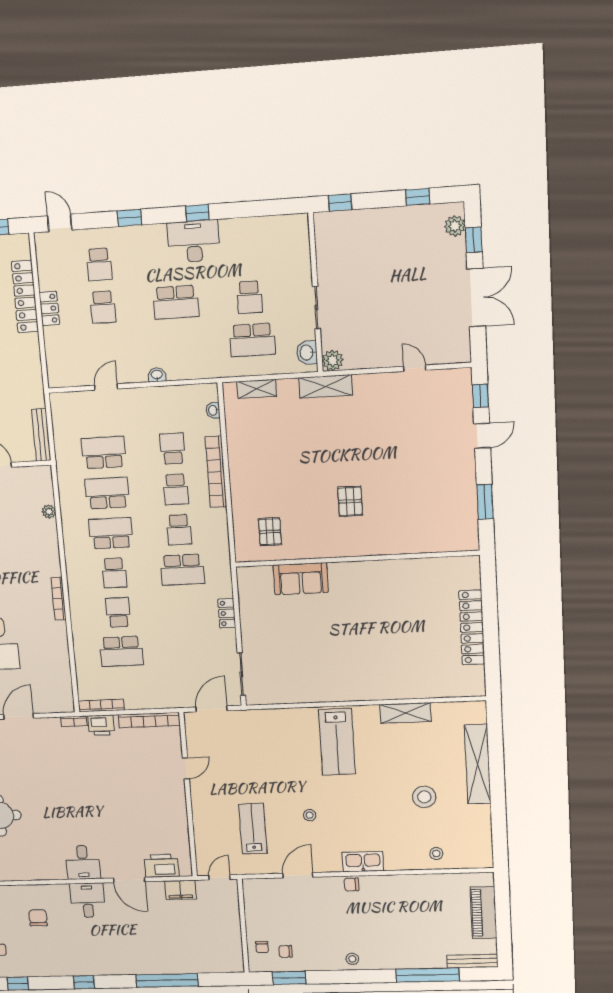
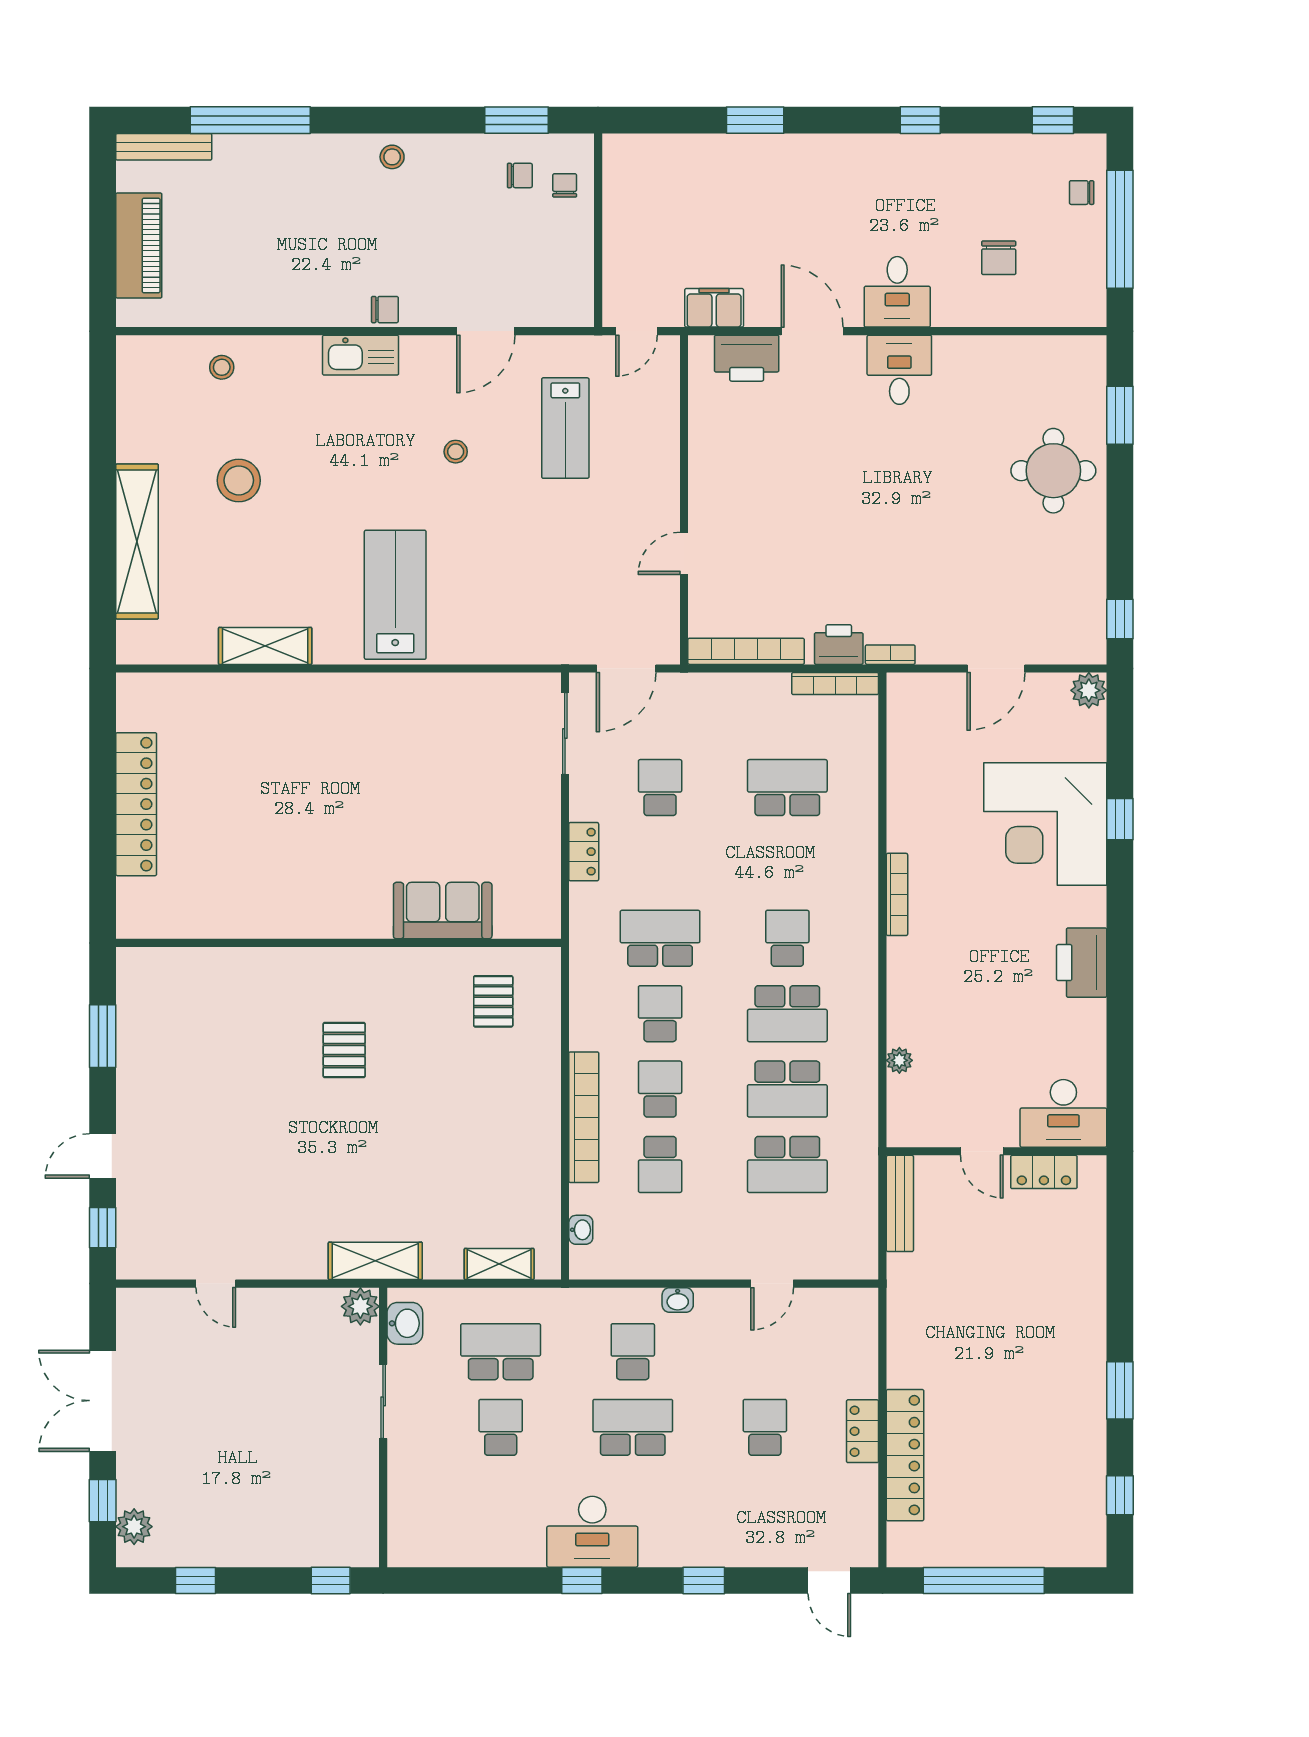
school desk: (99, 264) -> (633, 1352), moved
school desk: (118, 612) -> (660, 788), moved, turned 180
window: (167, 980) -> (755, 120), width x0.47

